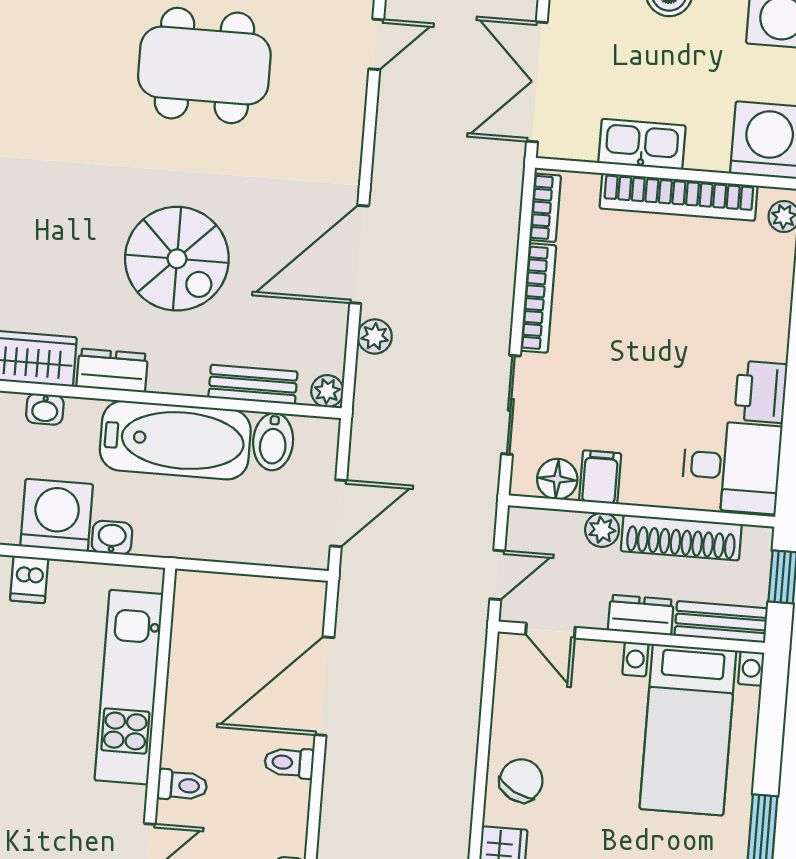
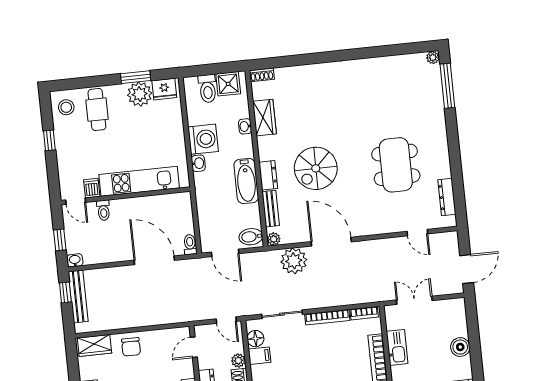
double door: (537, 82) -> (414, 300), width x0.73
plant: (375, 337) -> (294, 261), width x1.87, depth x1.87
dresser: (112, 370) -> (268, 175), moved
bathtub: (175, 440) -> (246, 181), width x0.73, depth x0.73
bidet: (273, 442) -> (251, 237), moved
door: (497, 575) -> (226, 320), moved
dishwasher: (29, 579) -> (92, 188), moved, turned 90
toilet: (289, 763) -> (190, 244), moved
chair: (521, 781) -> (131, 347), turned 62

